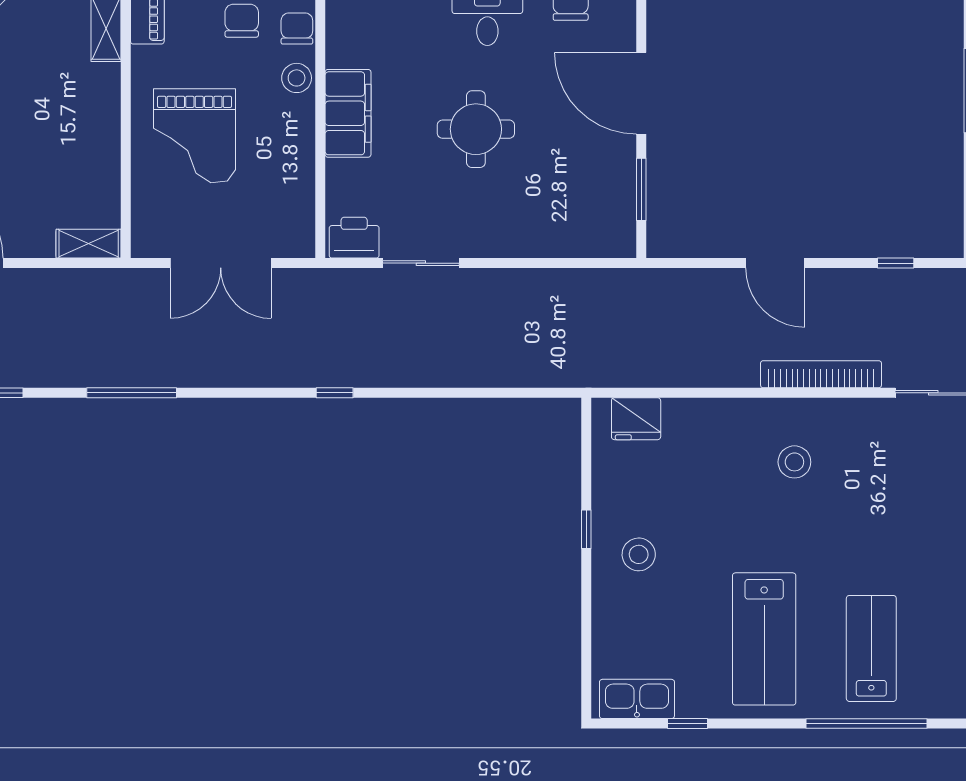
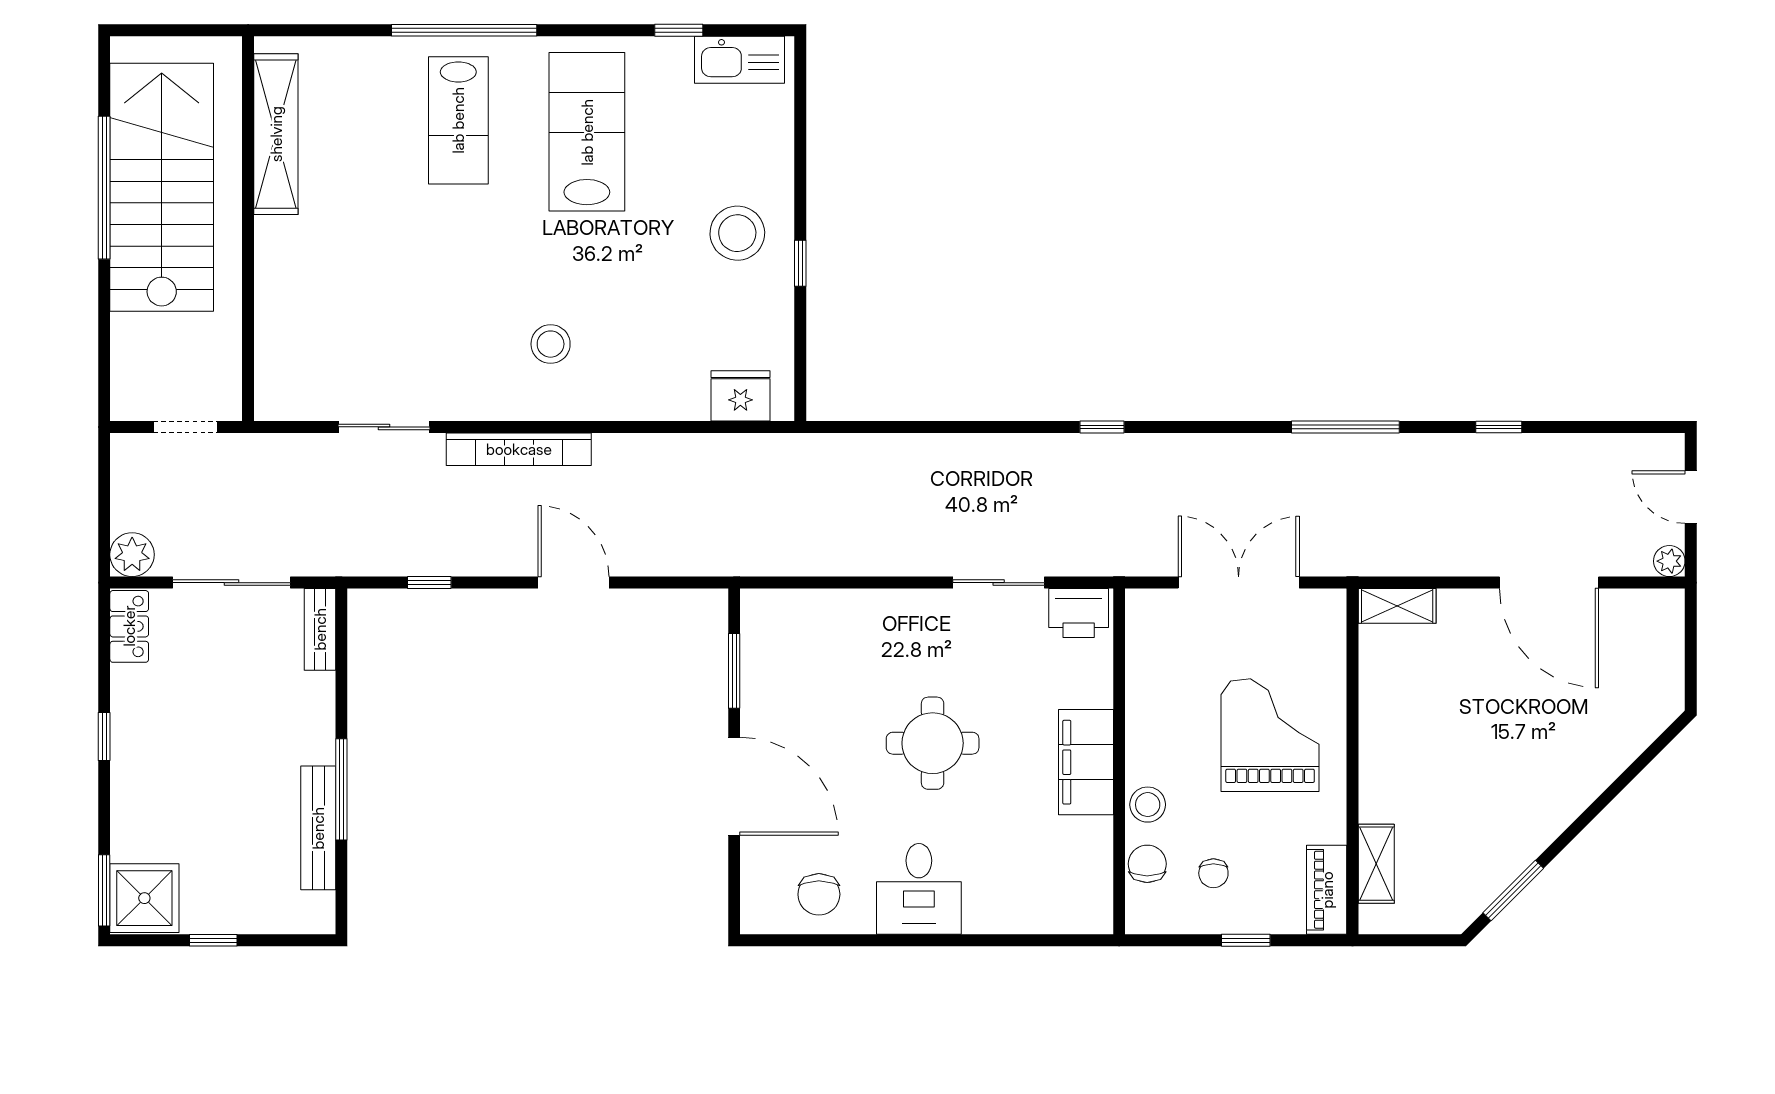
chair: (242, 21) -> (1213, 873), width x0.73, depth x0.73
chair: (297, 29) -> (1147, 864), turned 180
stool: (639, 554) -> (737, 233), width x1.38, depth x1.38

